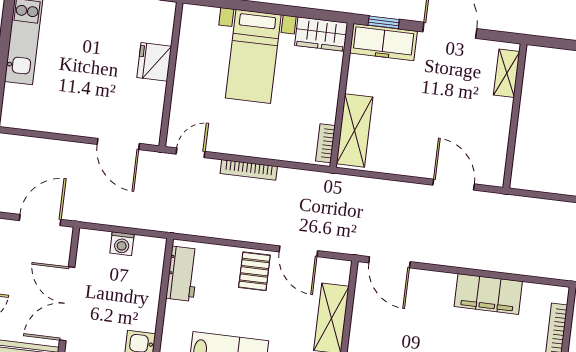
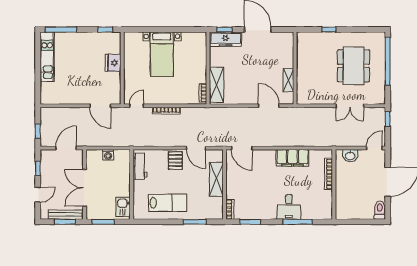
wardrobe: (321, 34) -> (194, 39), removed
shelving: (507, 73) -> (288, 80), moved

